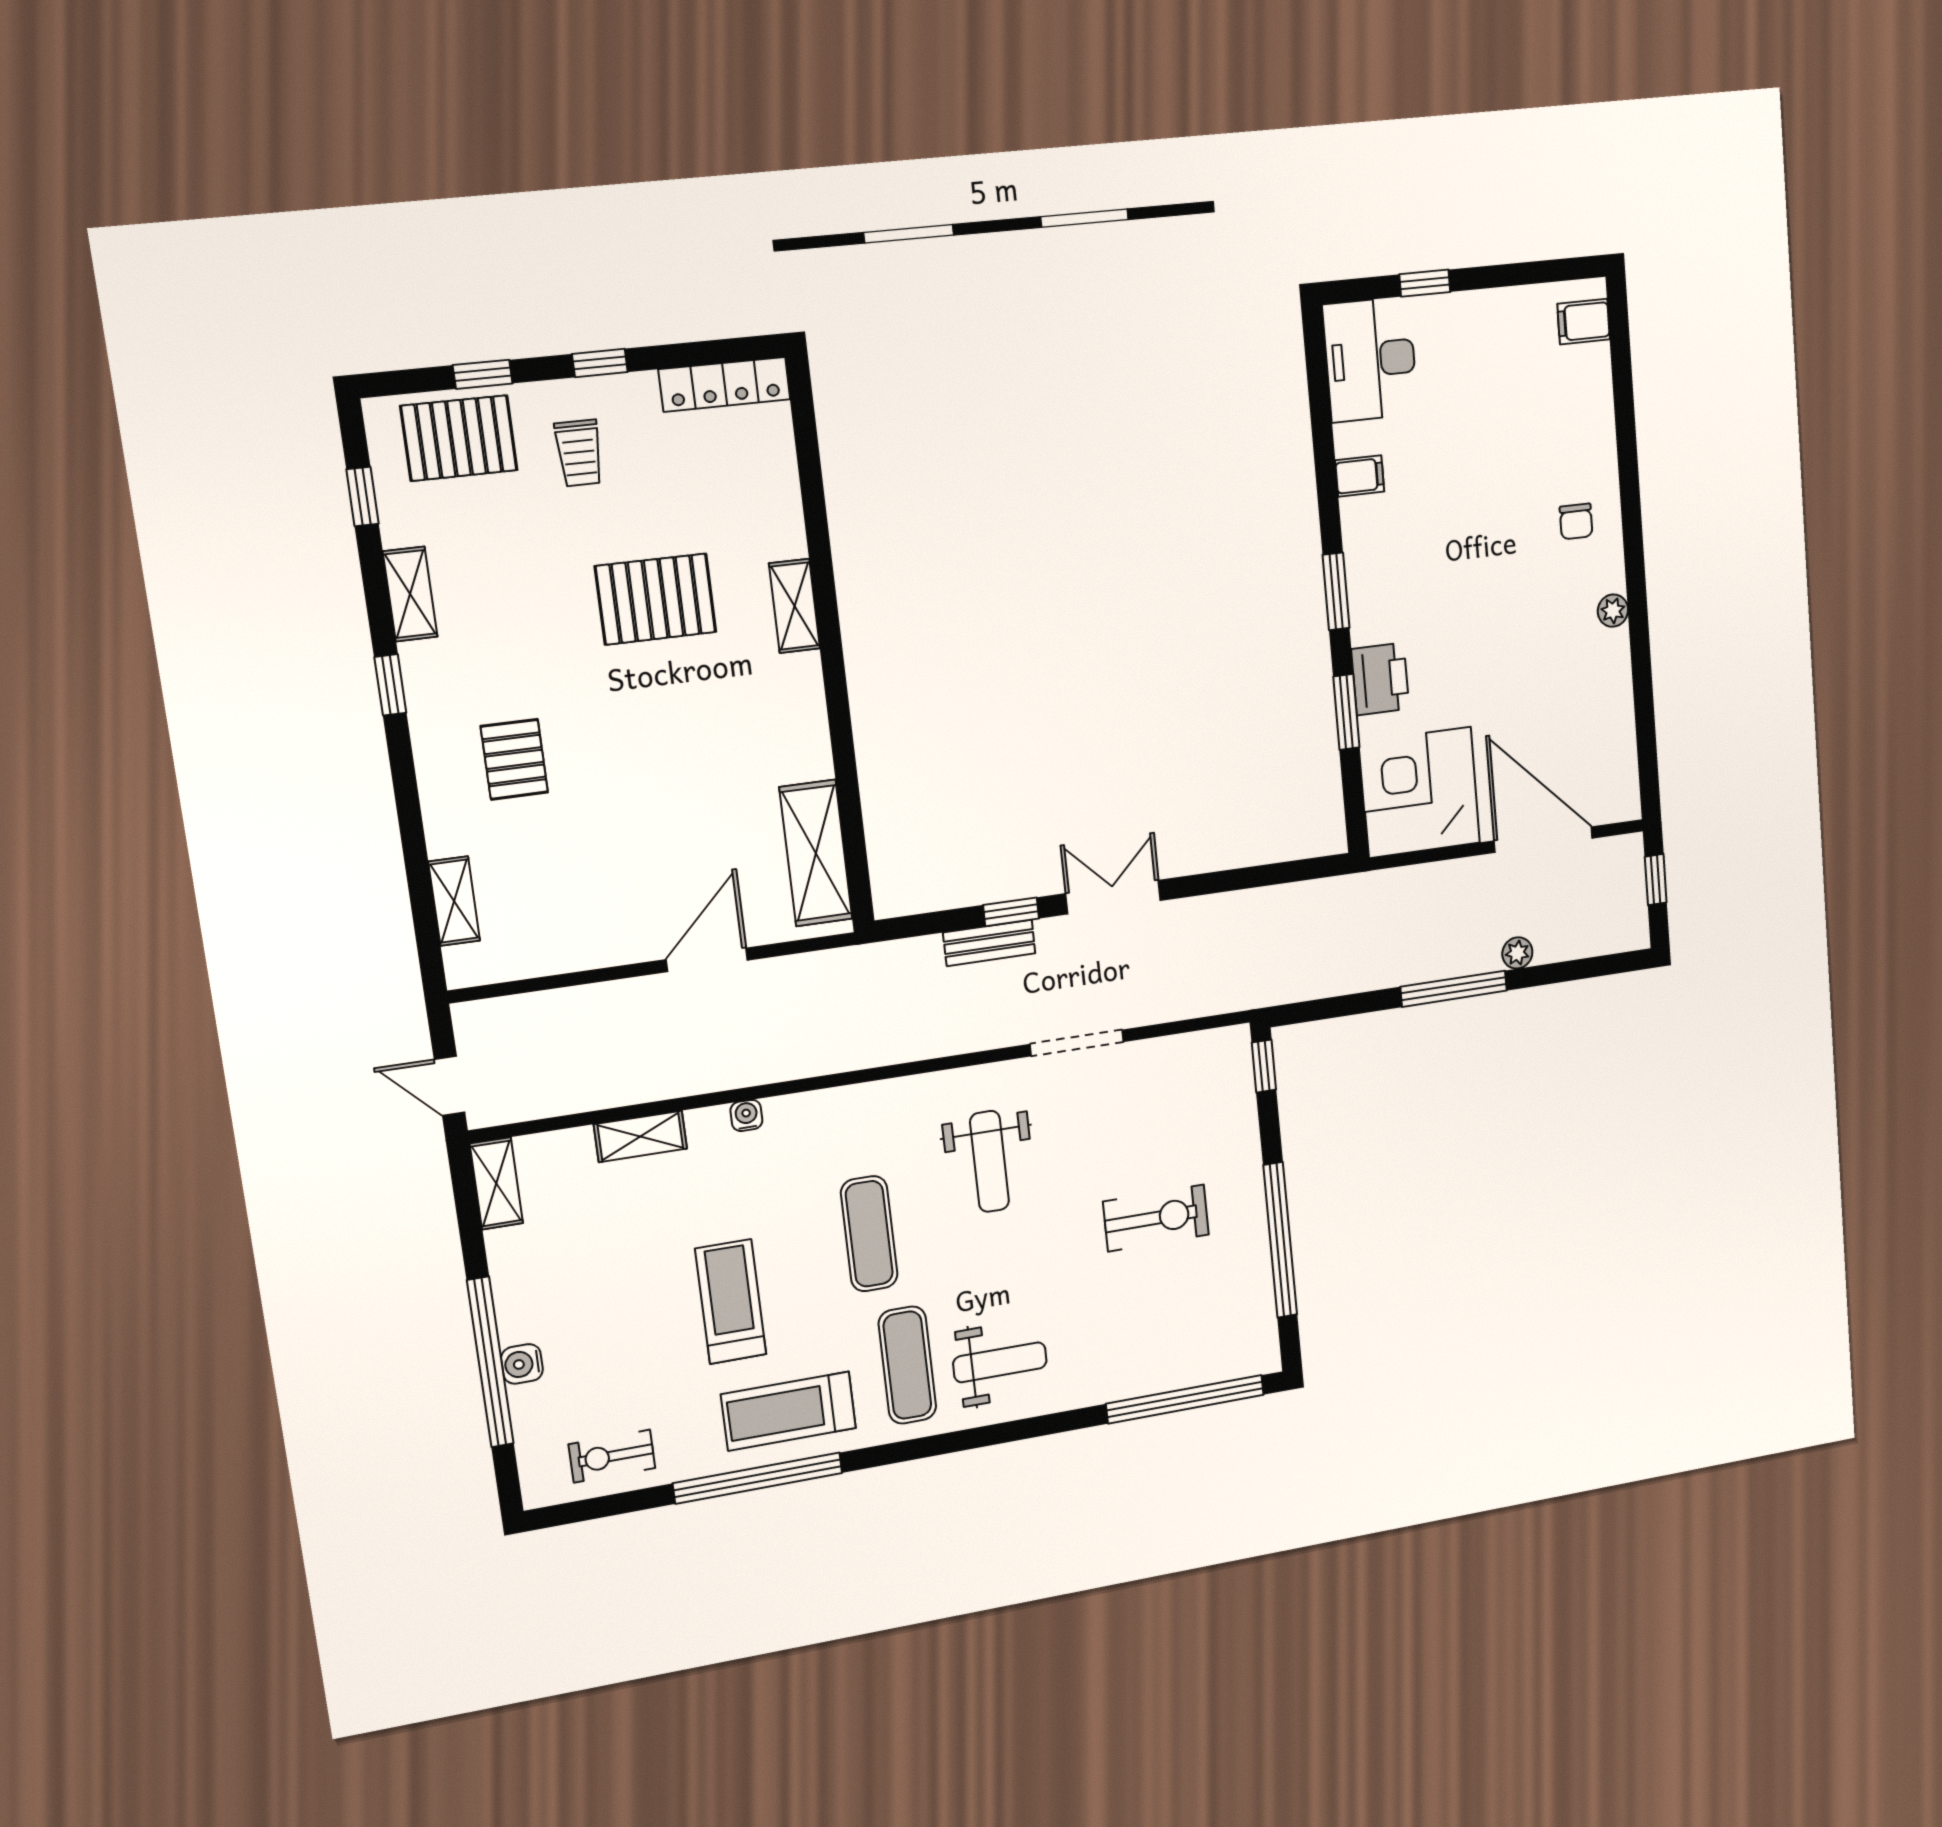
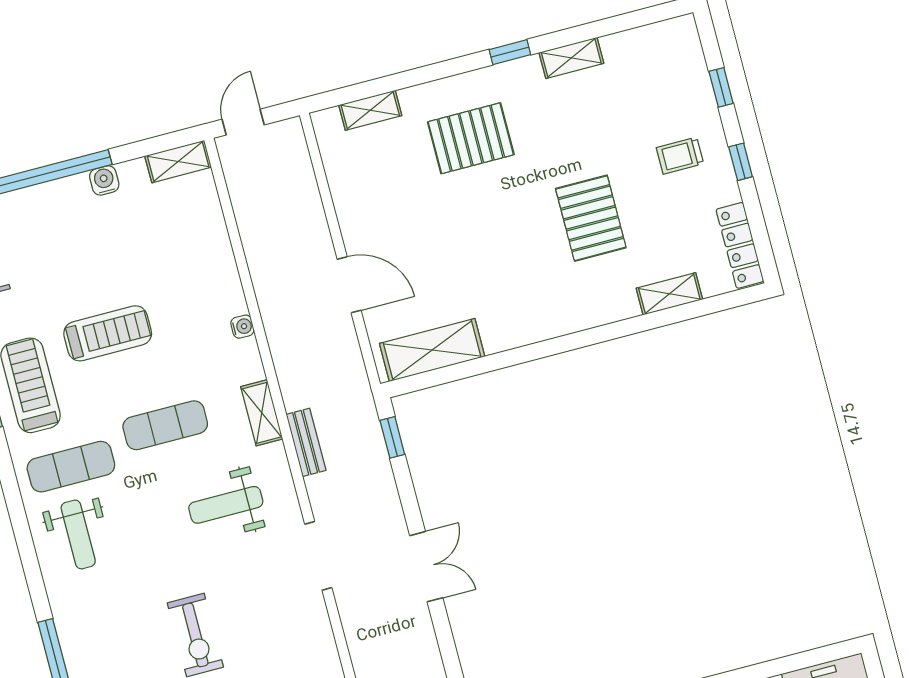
pallet: (459, 438) -> (678, 77), removed
window: (363, 497) -> (630, 20), removed
shelving: (794, 606) -> (669, 294), moved
pallet: (514, 759) -> (471, 138), width x1.50, depth x1.42
window: (1011, 912) -> (392, 437), moved
bench: (989, 943) -> (306, 442), moved
shelving: (640, 1136) -> (262, 413), moved
water cooler: (522, 1364) -> (104, 180), moved

